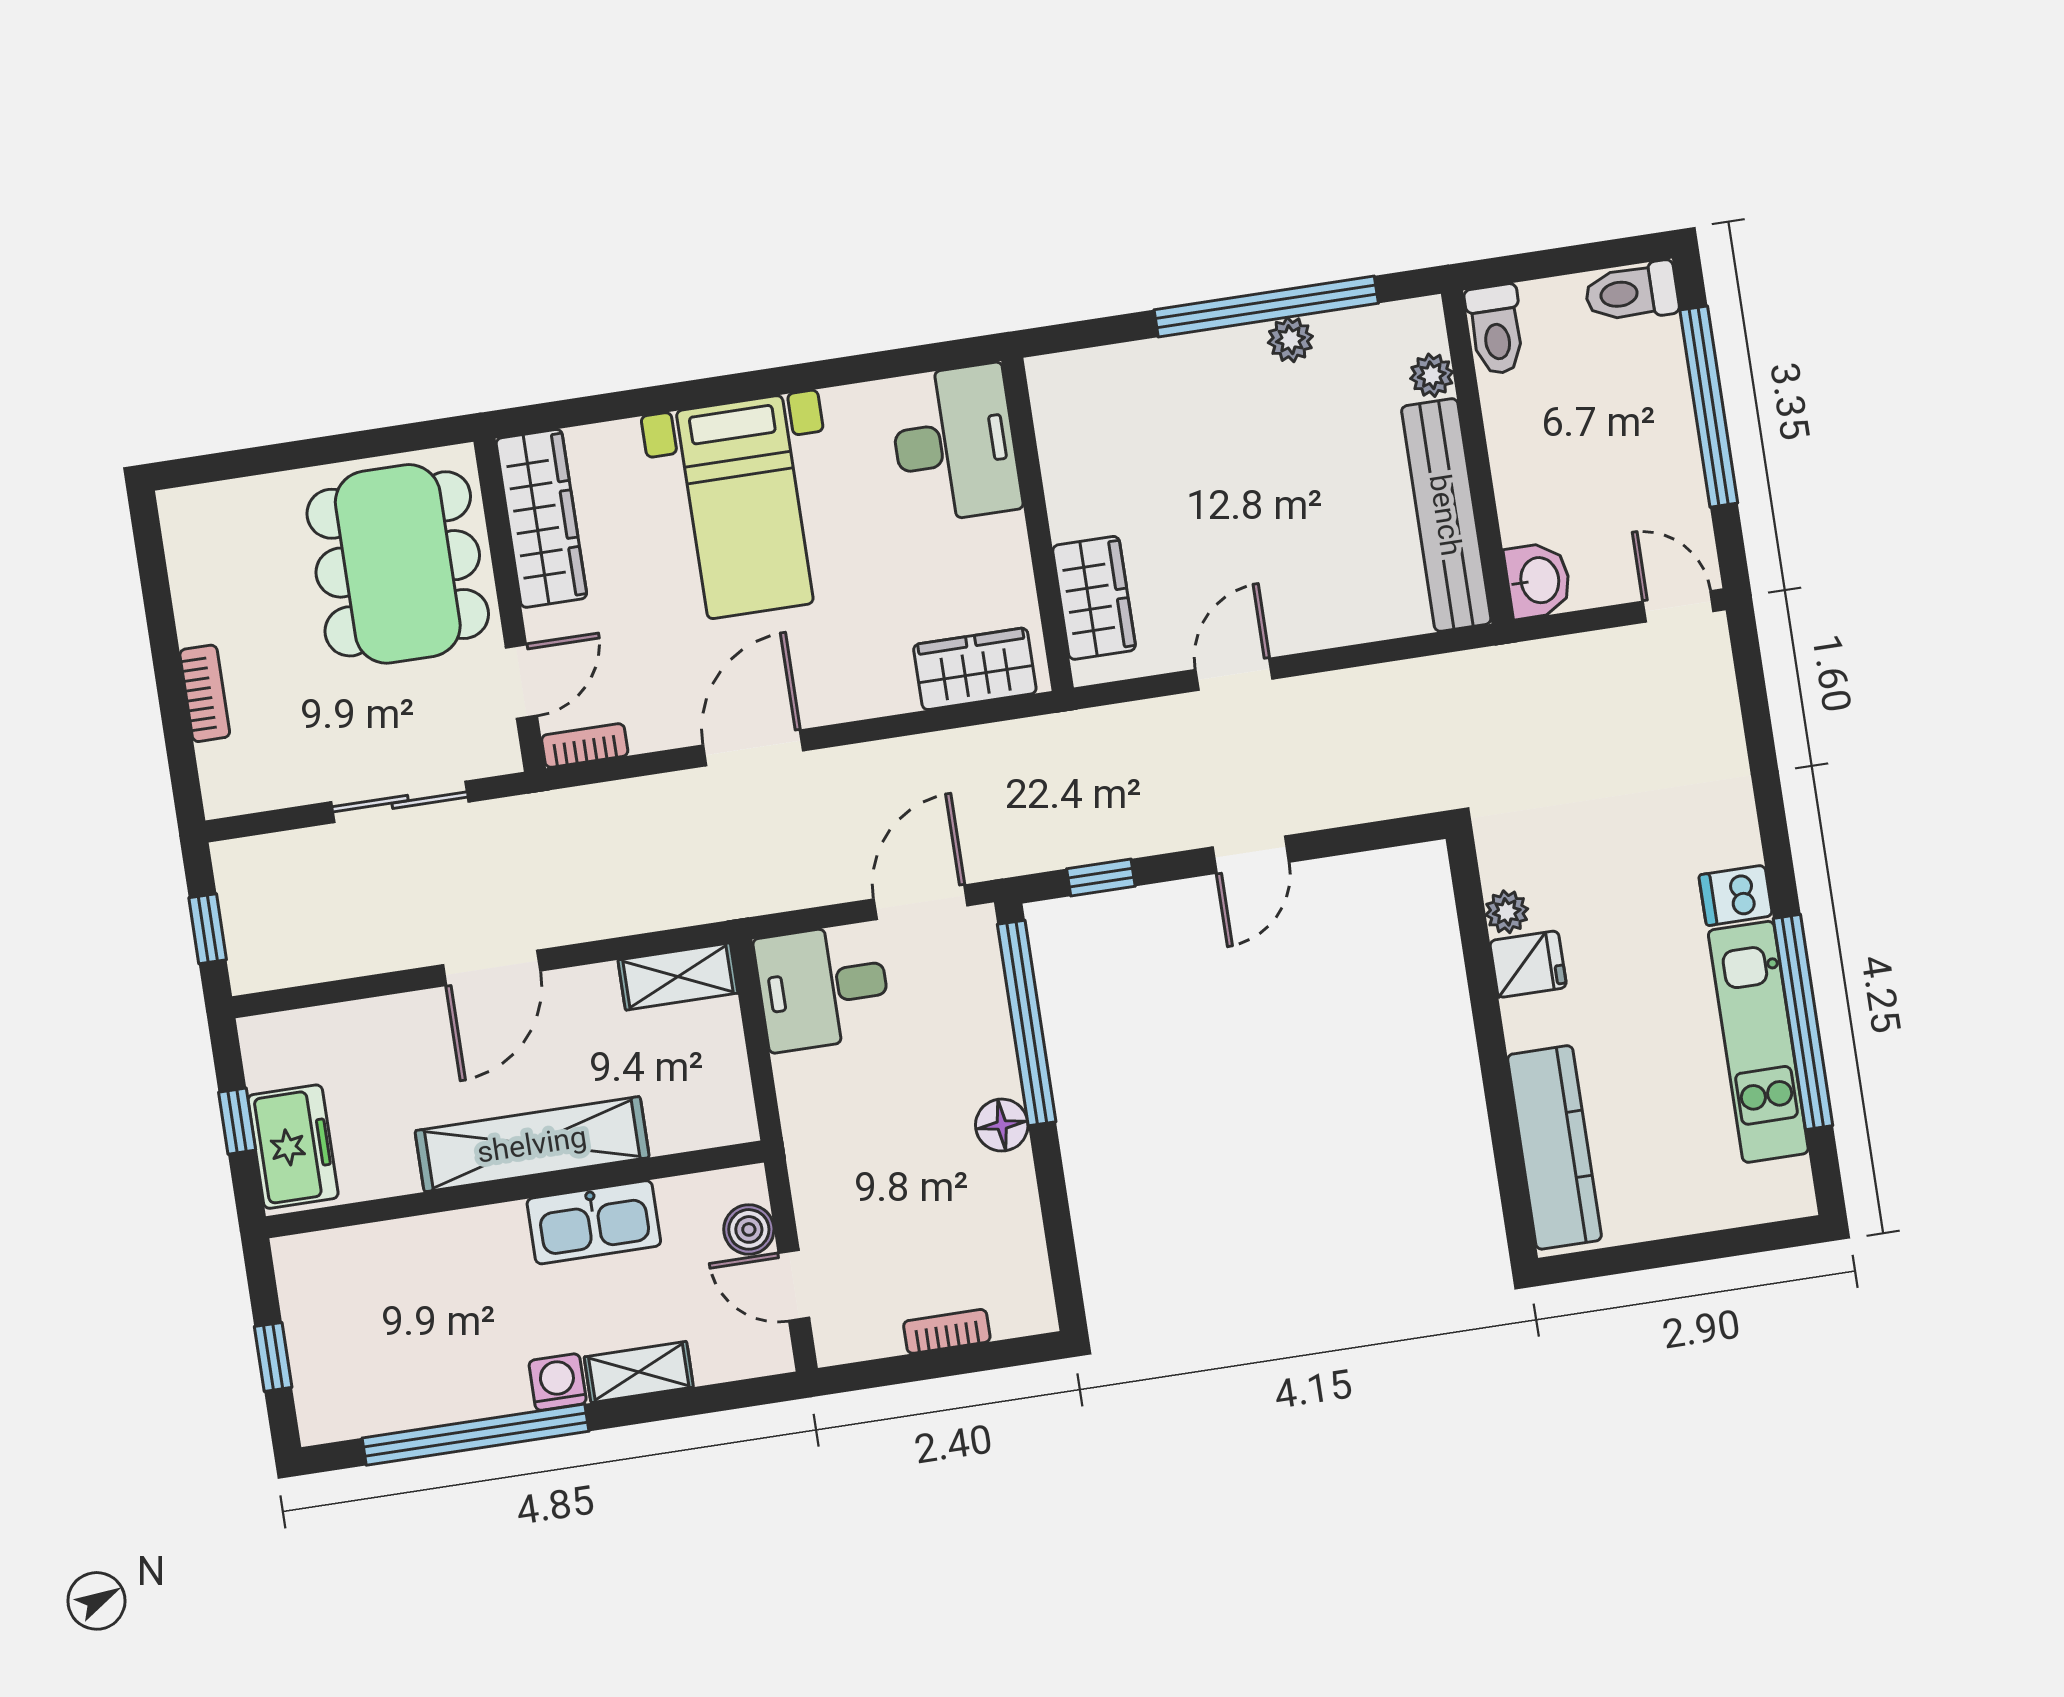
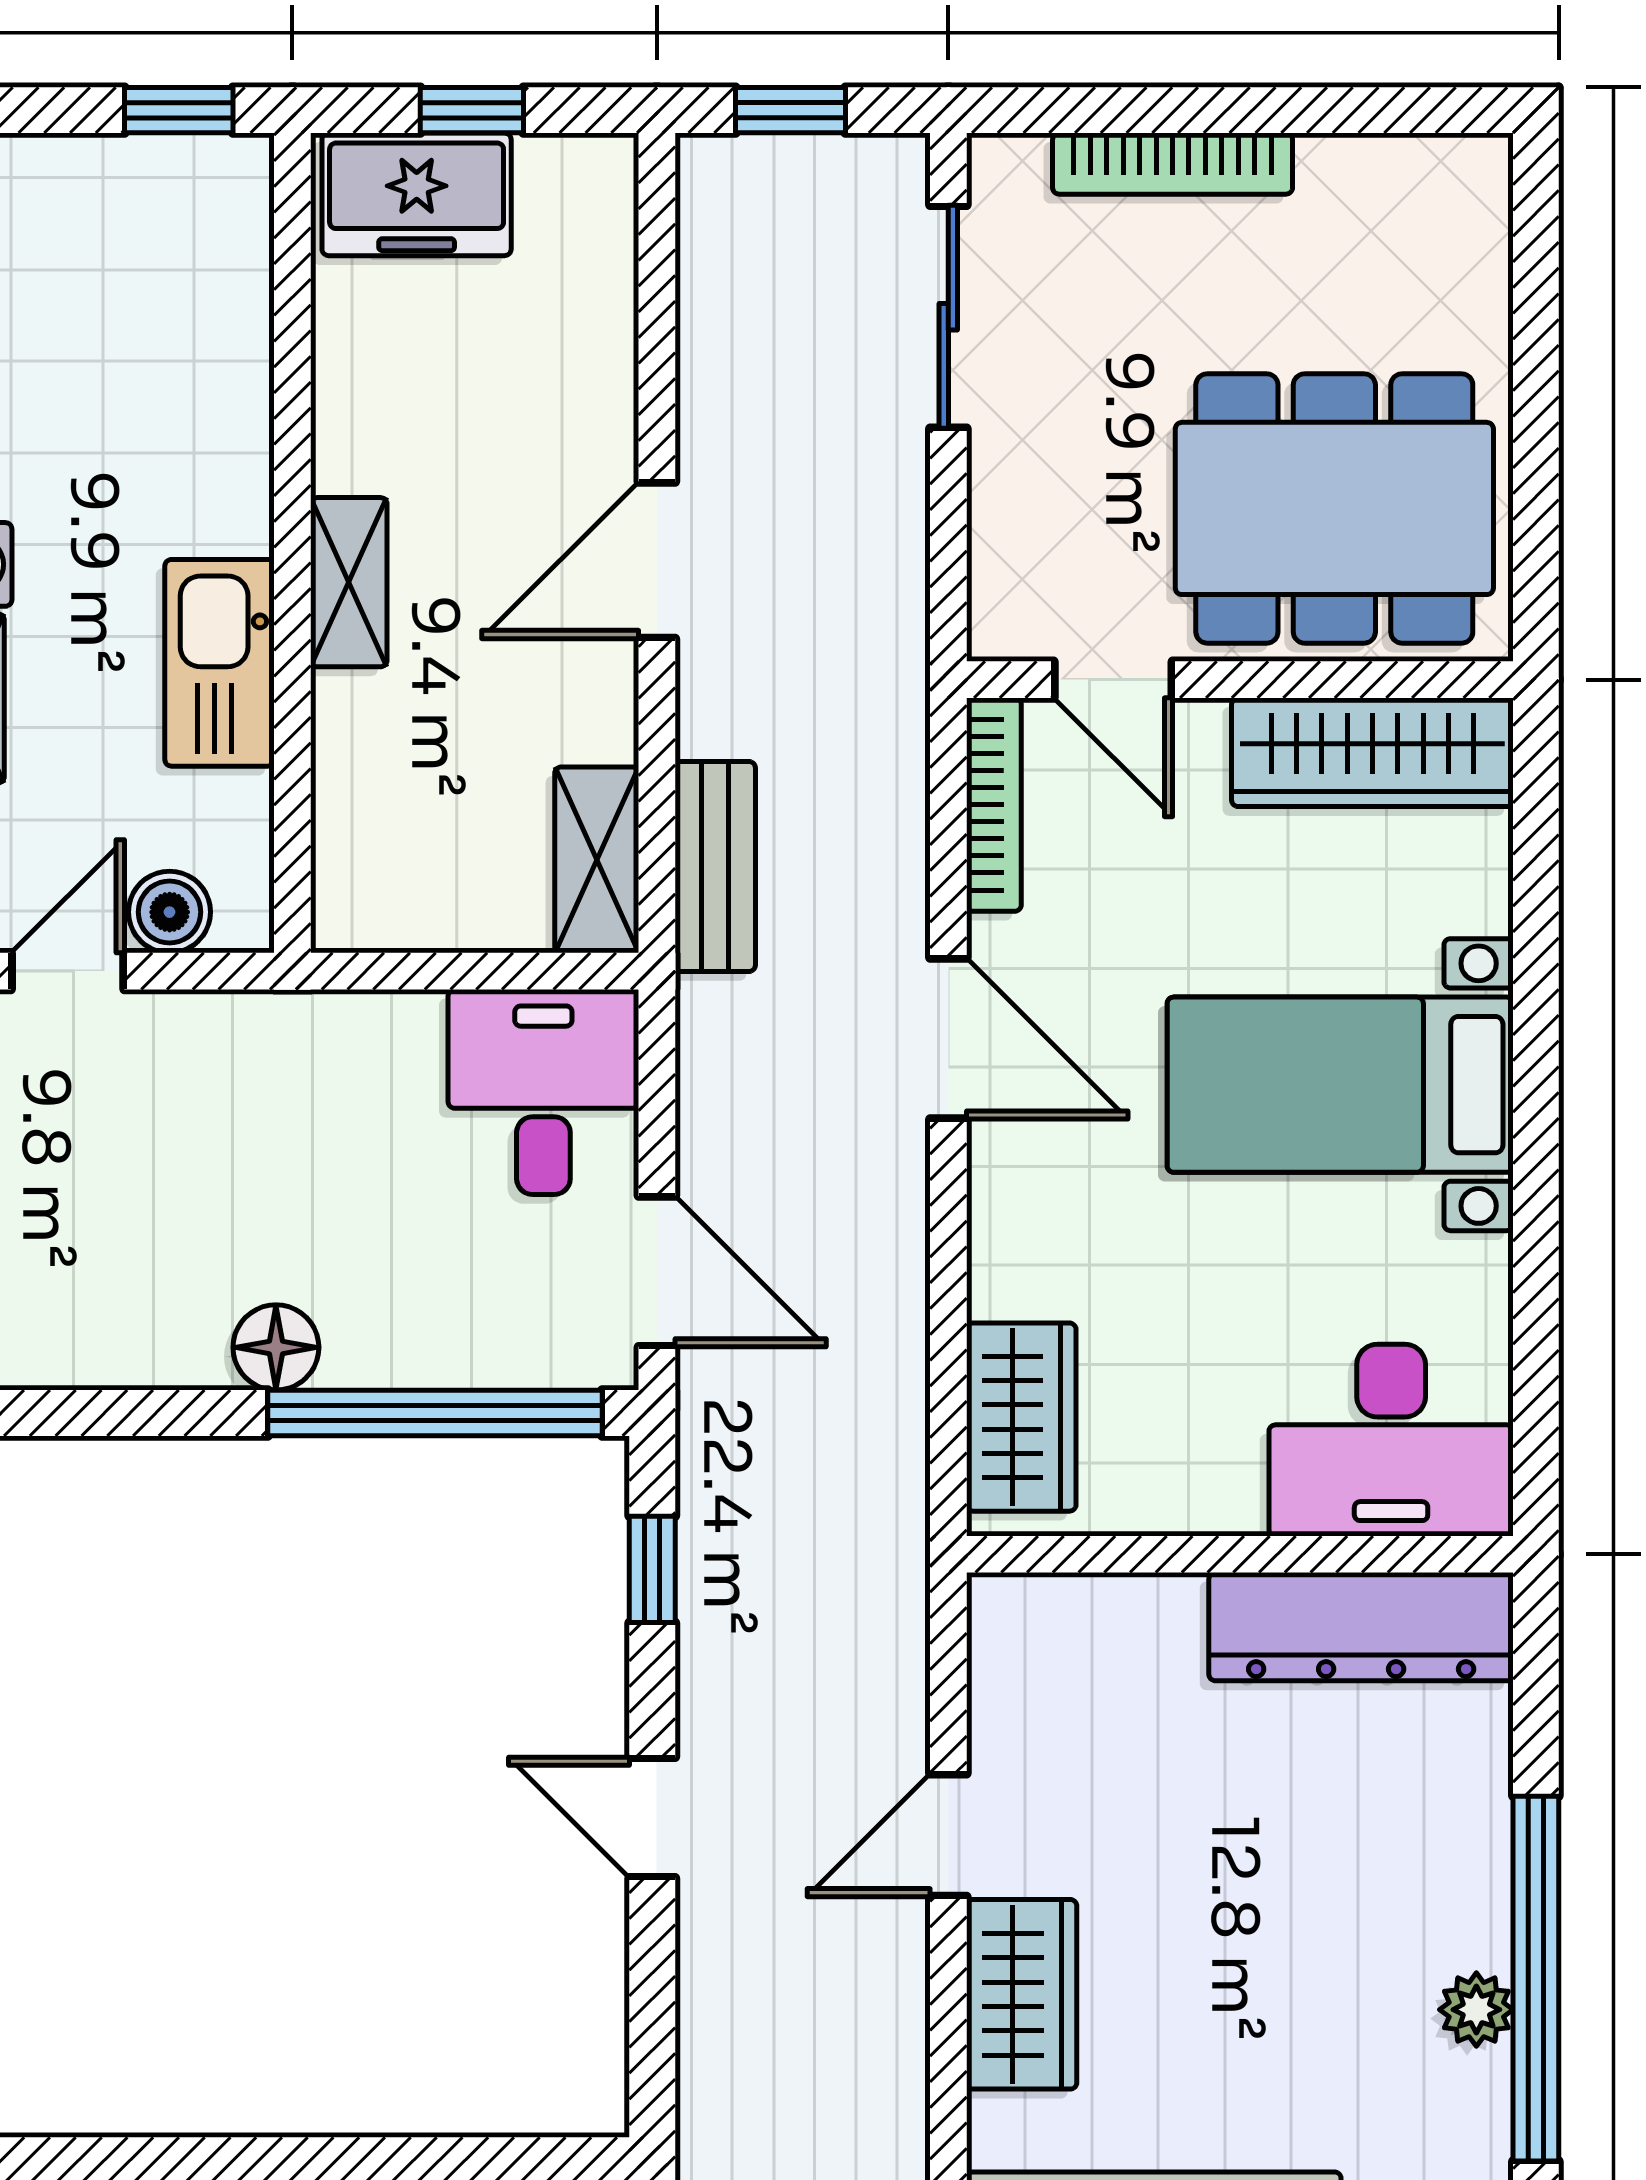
dresser: (1070, 444) -> (1361, 1627), added
wardrobe: (1094, 598) -> (1022, 1994), moved, turned -90
door: (1234, 674) -> (948, 1835), swing flipped
bookcase: (205, 693) -> (1173, 164), width x1.56
bookcase: (585, 746) -> (994, 805), width x1.56
sliding door: (400, 802) -> (948, 317), moved
bench: (671, 904) -> (715, 866), added
door: (492, 968) -> (657, 560), hinge flipped
shelving: (532, 1144) -> (349, 582), width x0.45, depth x0.75
window: (273, 1357) -> (179, 110), moved

